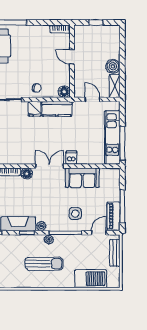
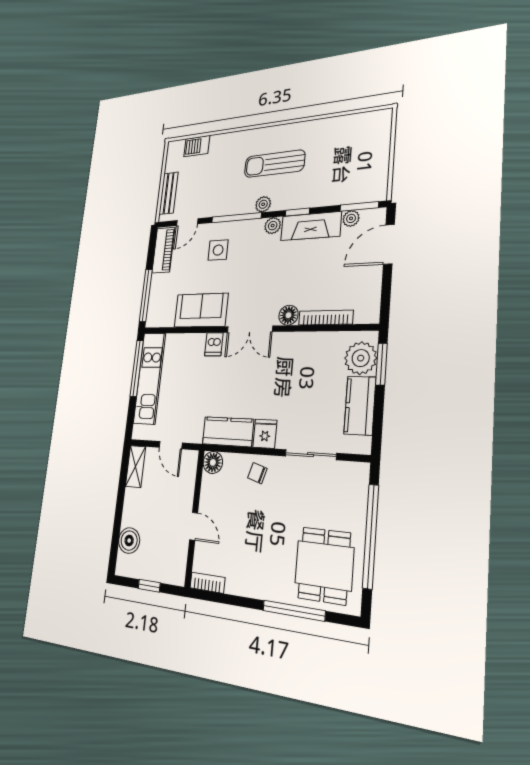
boiler: (113, 66) -> (129, 541), moved
window: (122, 206) -> (146, 295), moved
barbecue: (91, 279) -> (197, 146), width x0.53, depth x0.65

